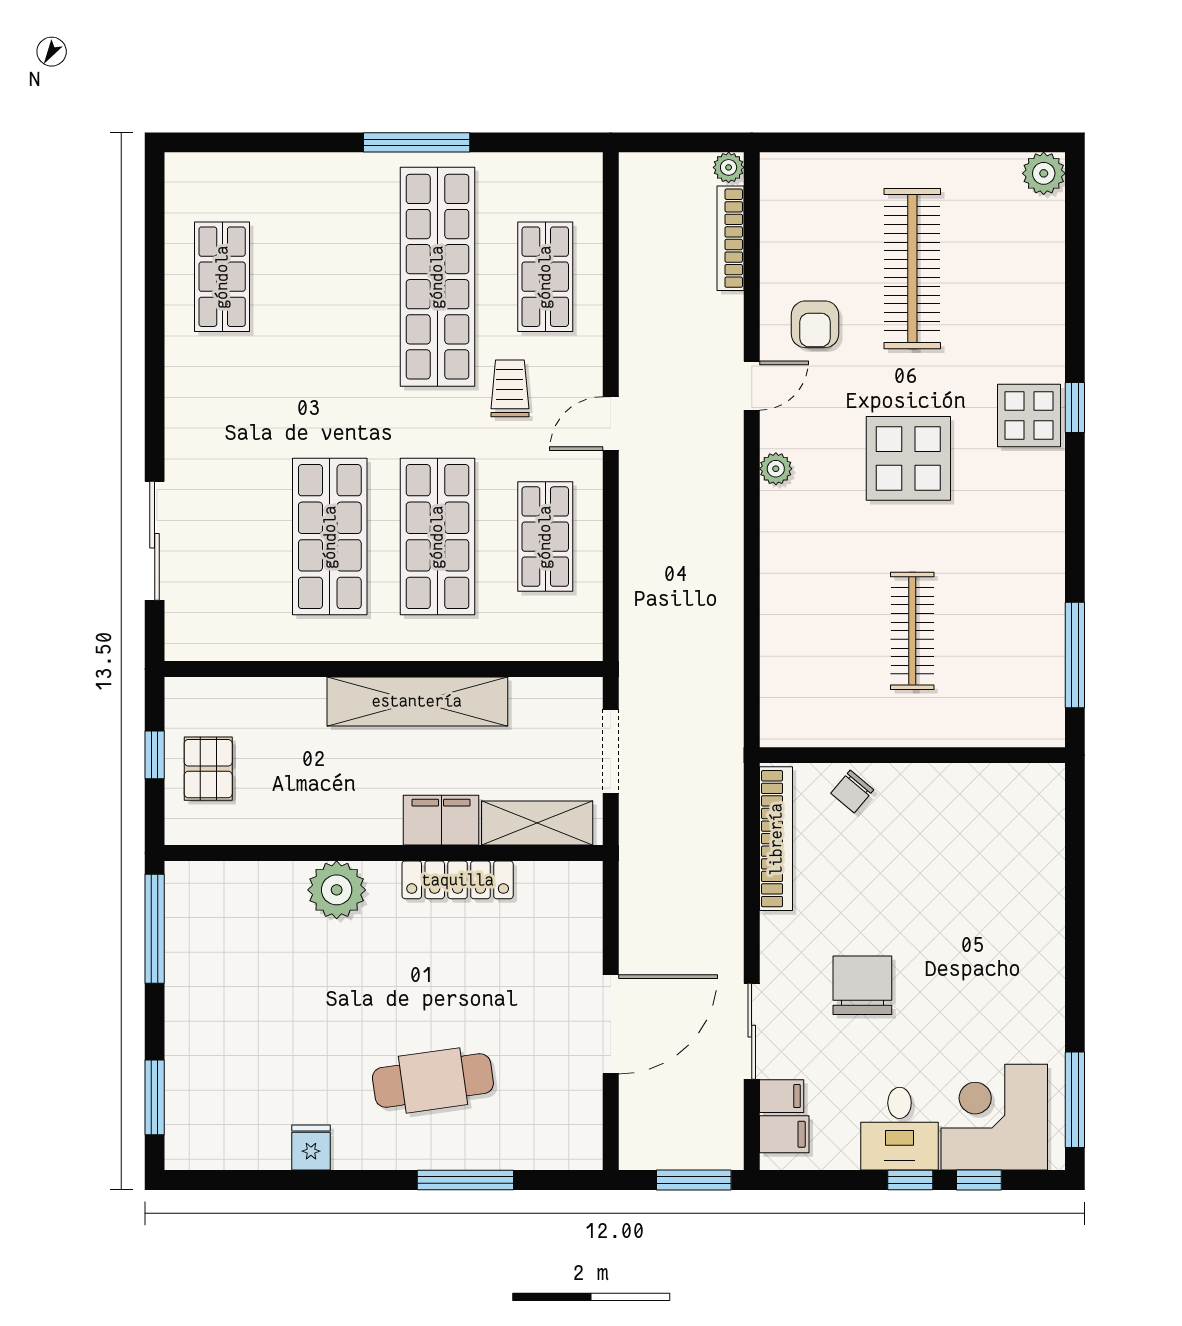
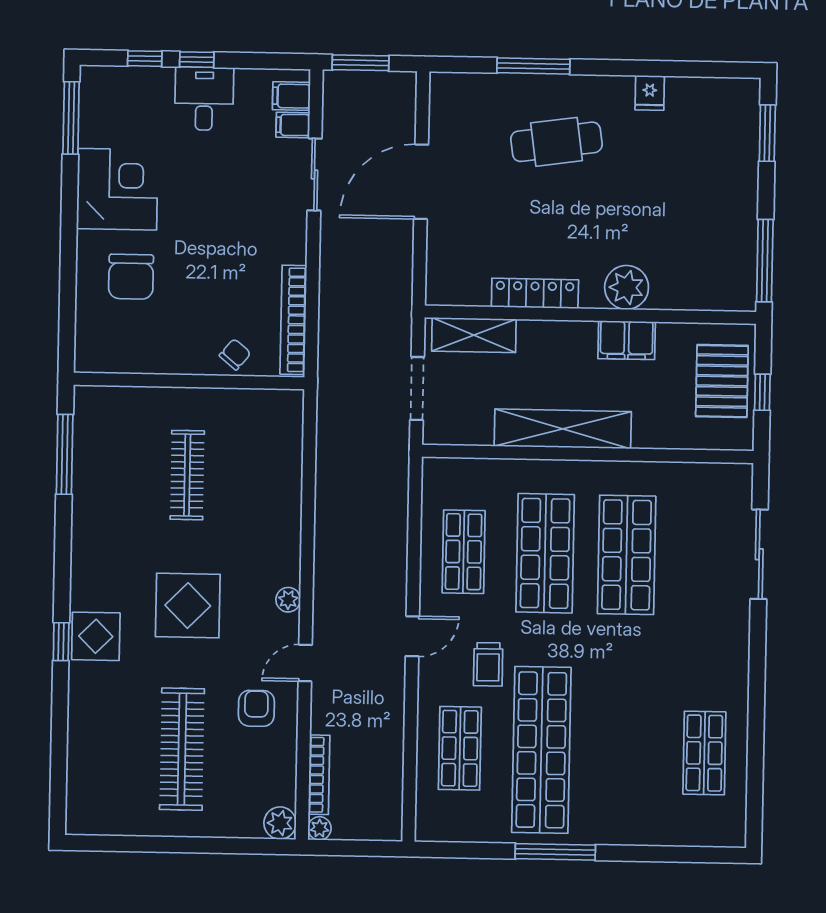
plant: (1044, 173) -> (280, 823), moved
pallet: (208, 769) -> (722, 381), width x1.50, depth x1.42
filing cabinet: (441, 820) -> (627, 340), moved
chair: (862, 985) -> (131, 277), moved
corner desk: (994, 1117) -> (117, 189), moved, turned -90

